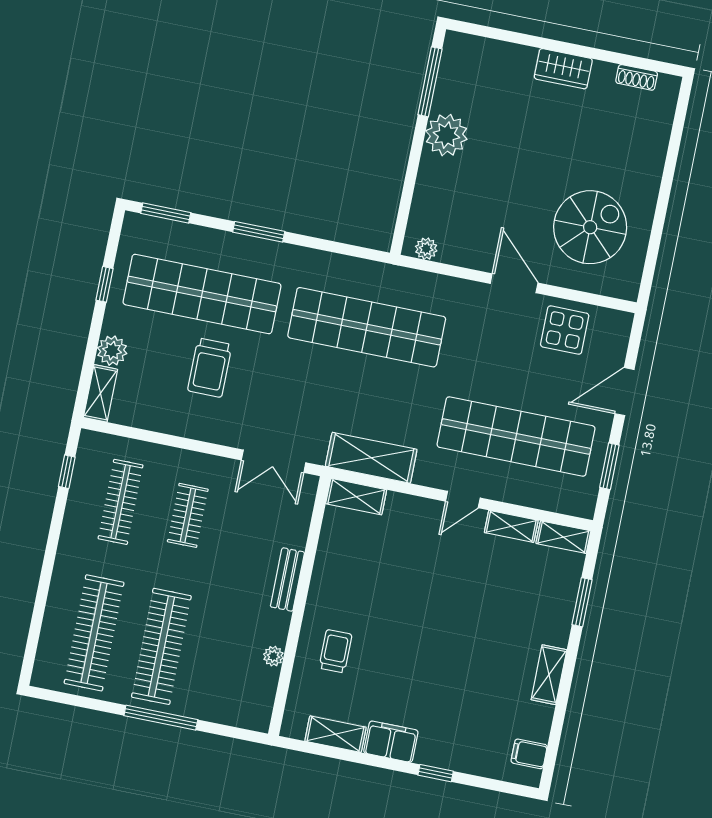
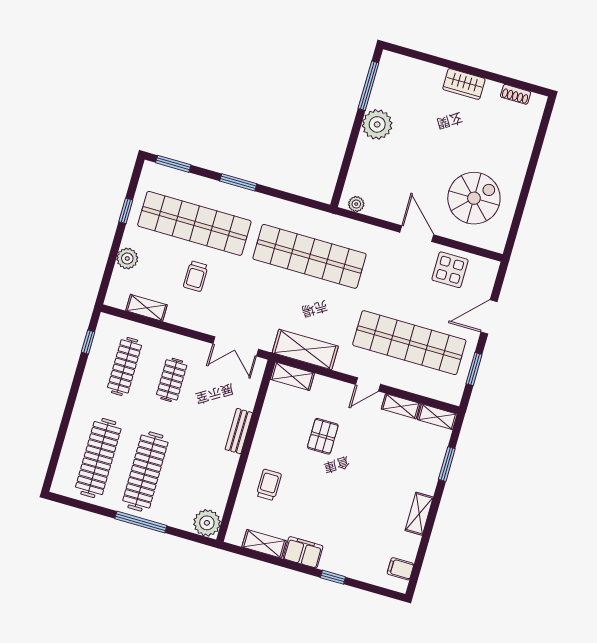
trolley: (210, 368) -> (196, 276), width x0.73, depth x0.72
shelving: (100, 393) -> (146, 308), moved, turned 90
pallet: (405, 577) -> (323, 436), added
plant: (273, 656) -> (207, 523), moved, width x1.87, depth x1.87

